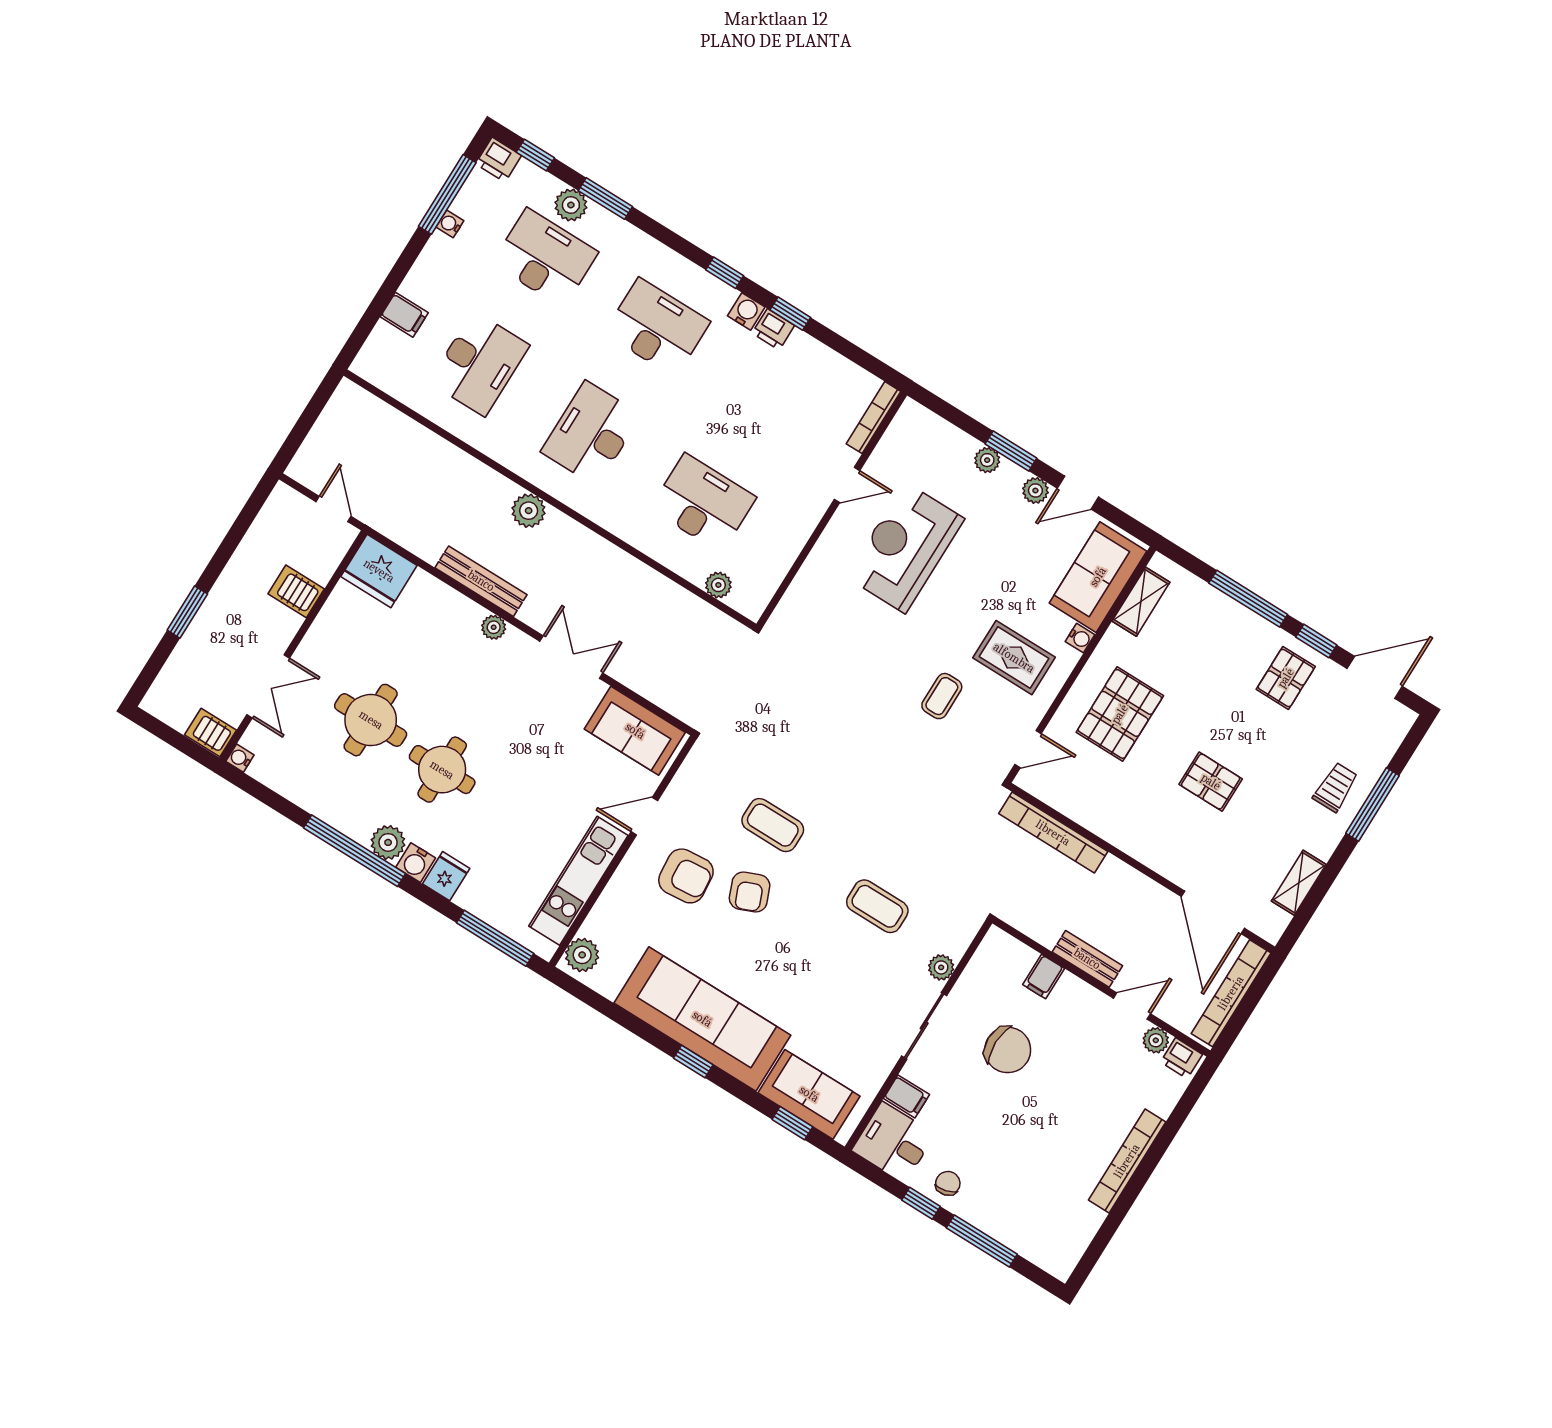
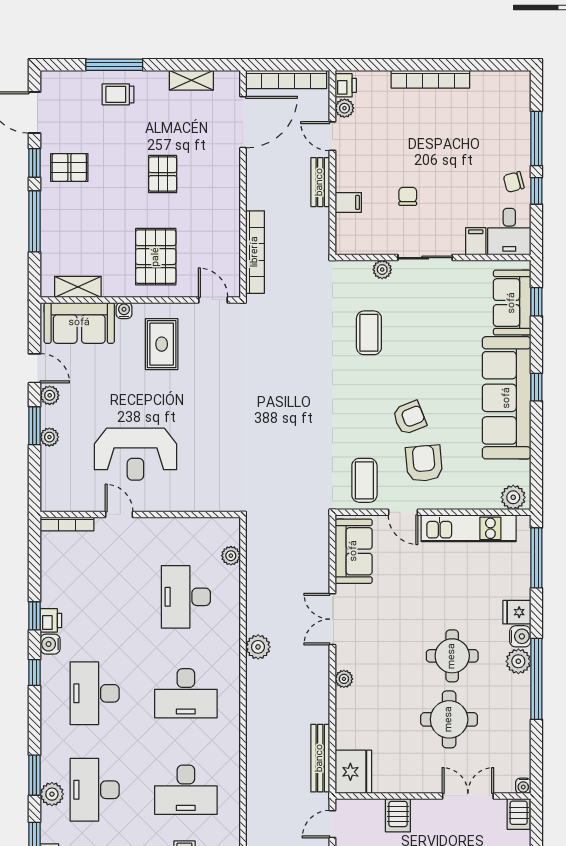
desk: (479, 364) -> (186, 790), turned 180
plant: (529, 511) -> (258, 647), moved
bench: (481, 581) -> (320, 758), moved
coffee table: (942, 696) -> (213, 374), removed
pallet: (1120, 714) -> (156, 257), turned 90
coffee table: (773, 825) -> (364, 480), moved
chair: (1008, 1050) -> (408, 196), width x0.54, depth x0.54

